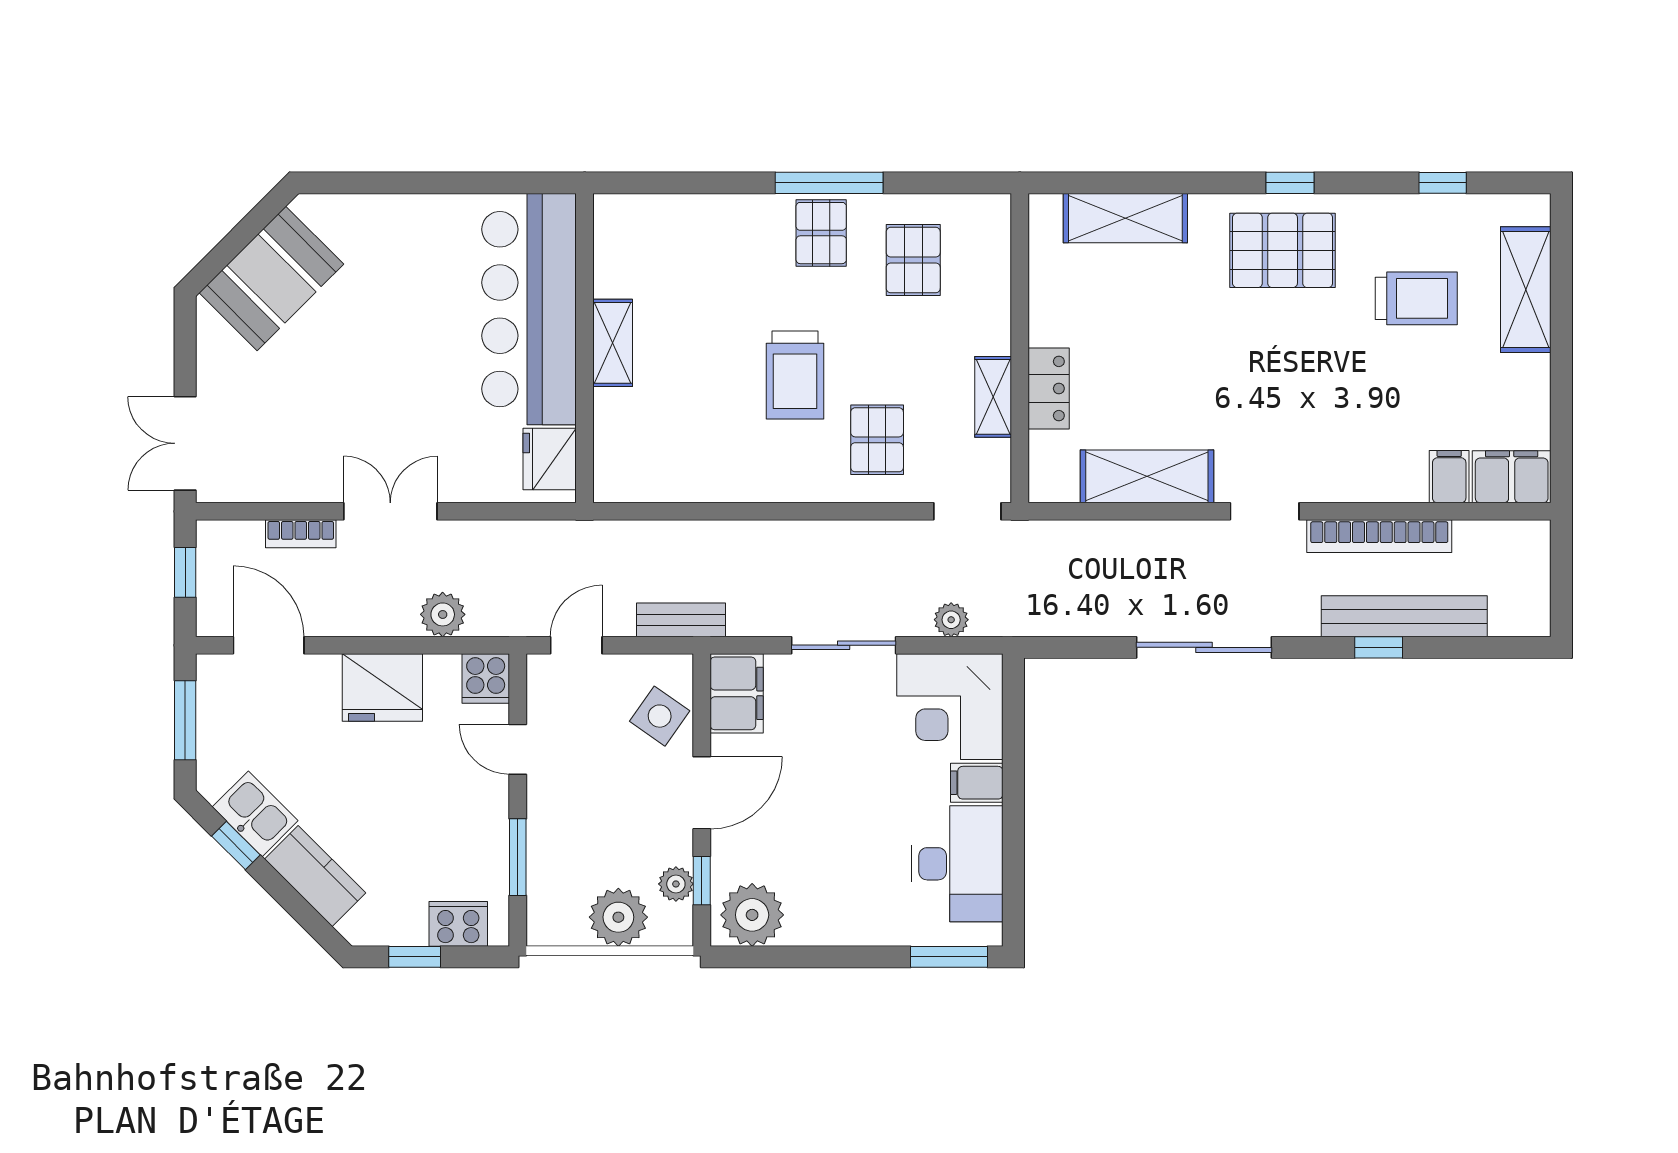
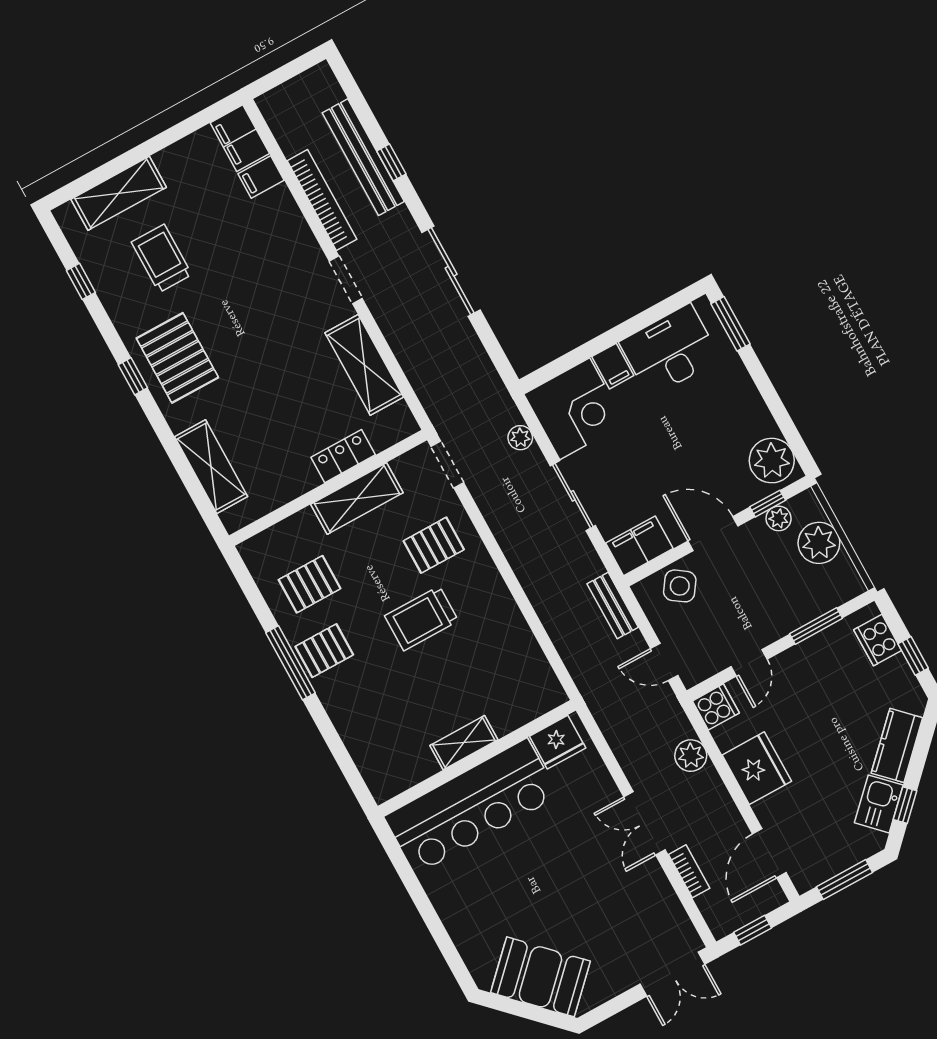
trolley: (795, 375) -> (421, 618), turned 180
shelving: (993, 397) -> (357, 498), width x1.50, depth x1.33

